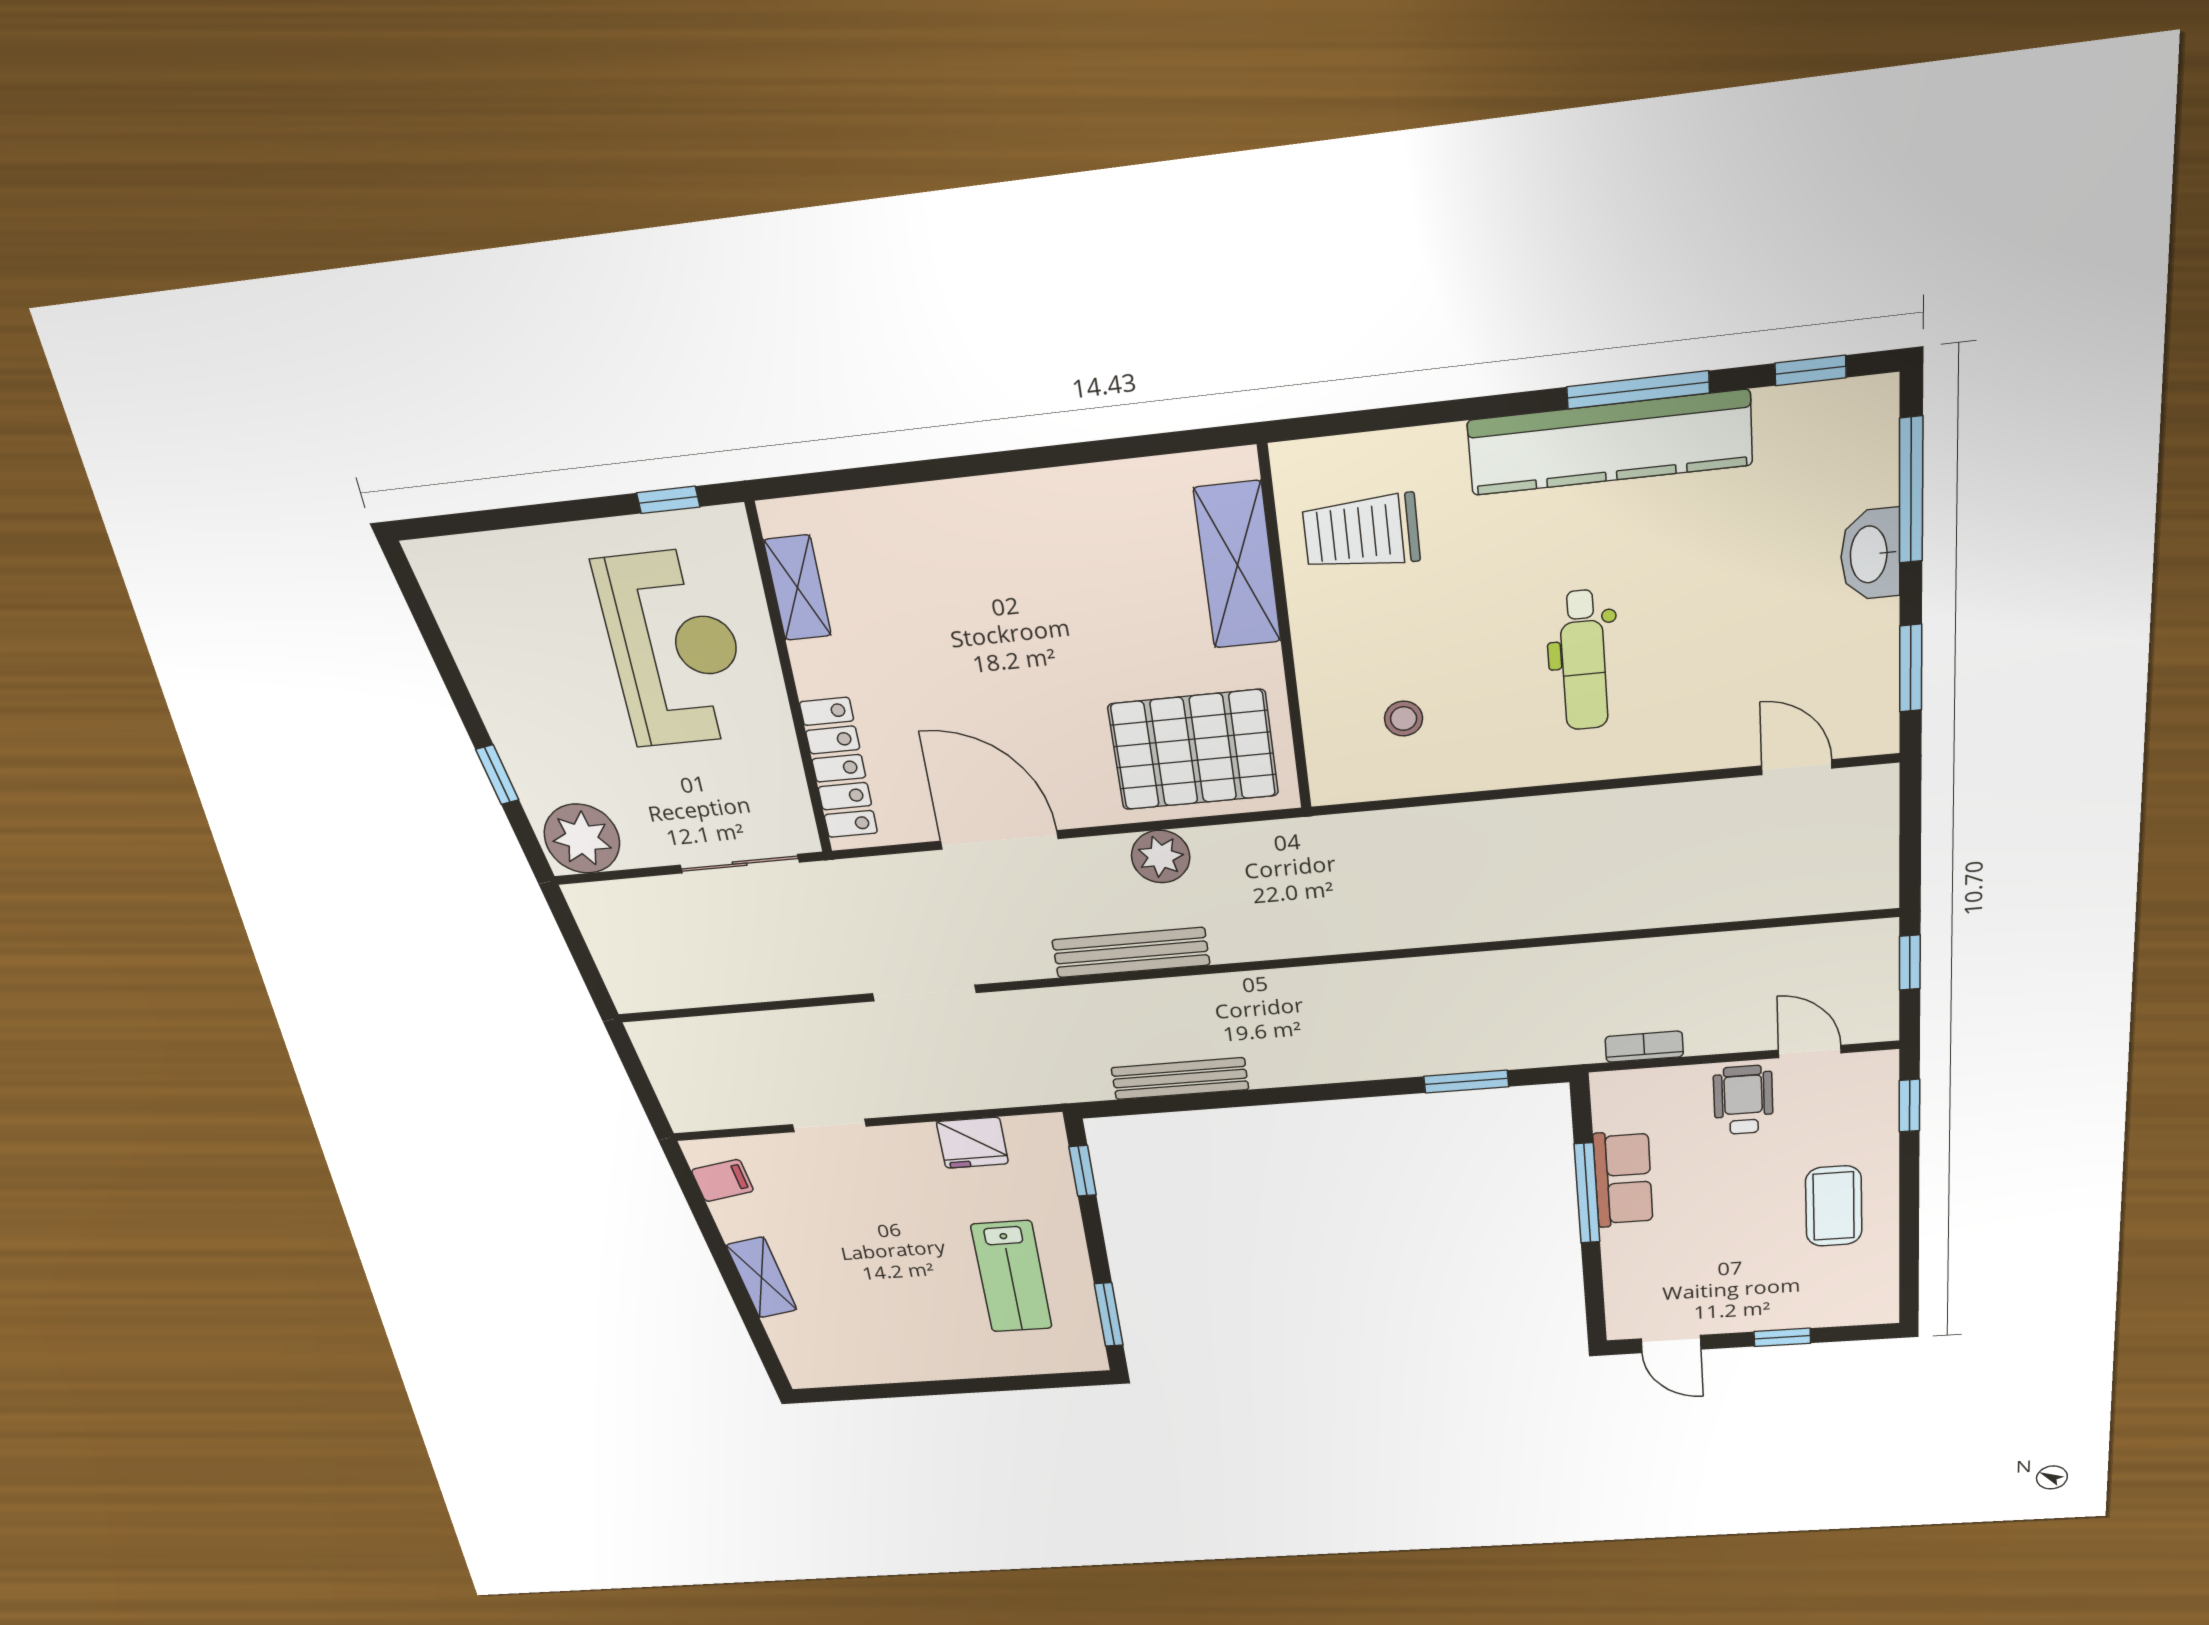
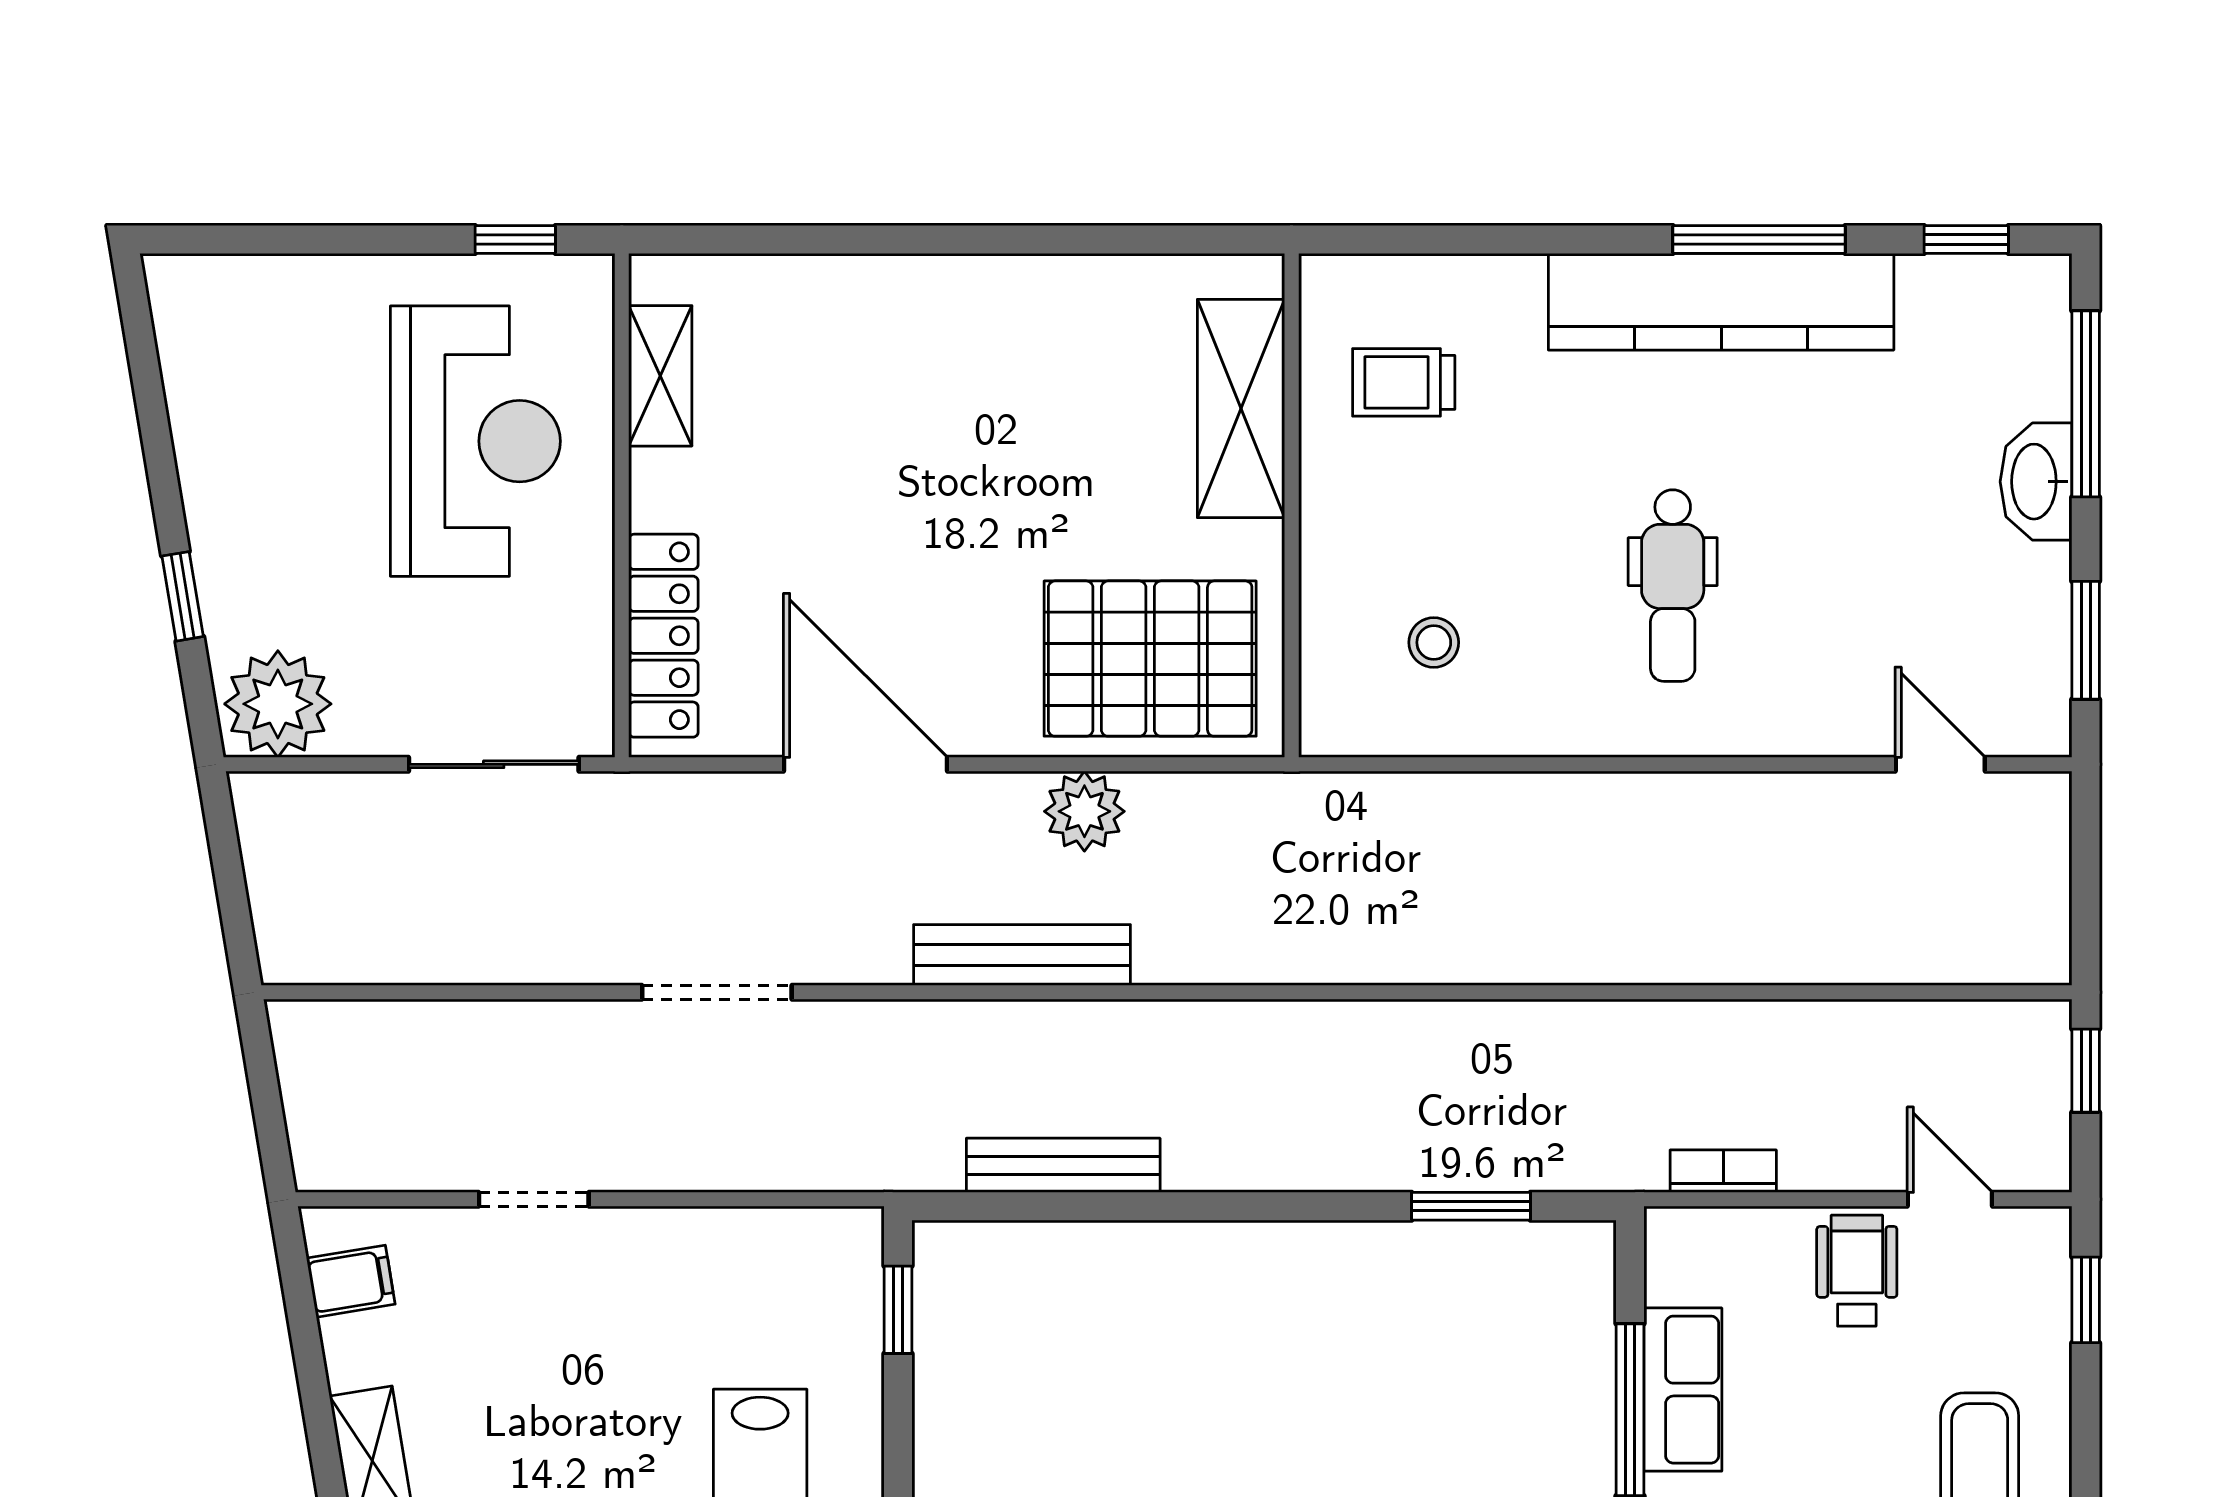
trolley: (1361, 532) -> (1404, 382), width x0.73, depth x0.72
fridge: (972, 1143) -> (742, 1247), removed

